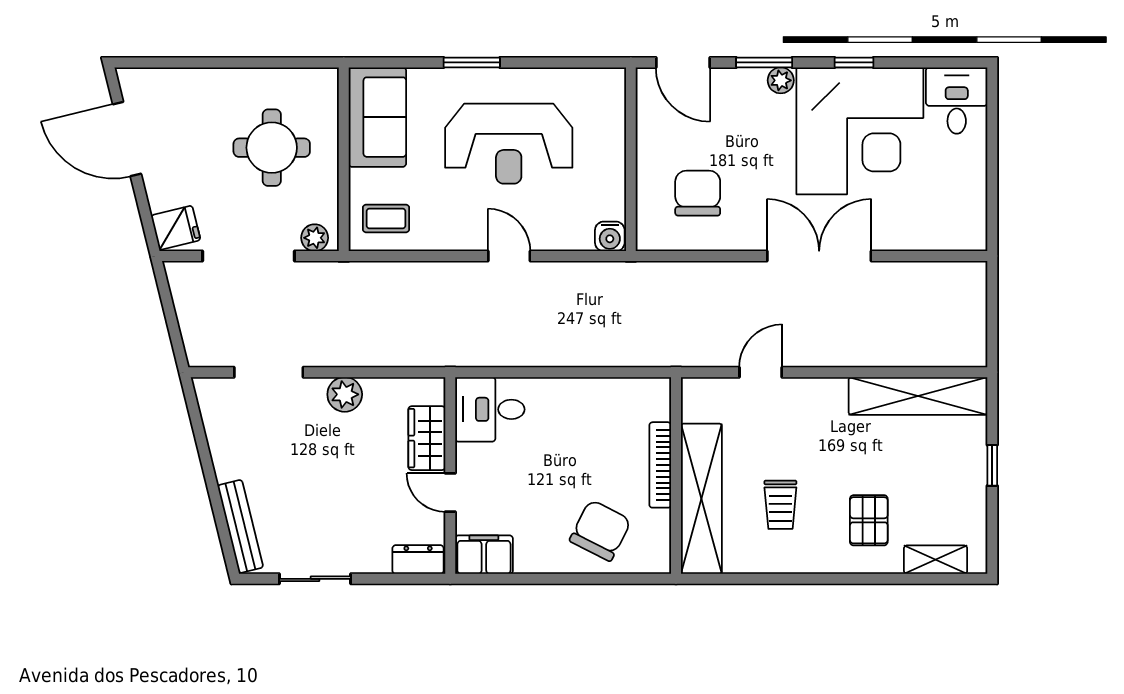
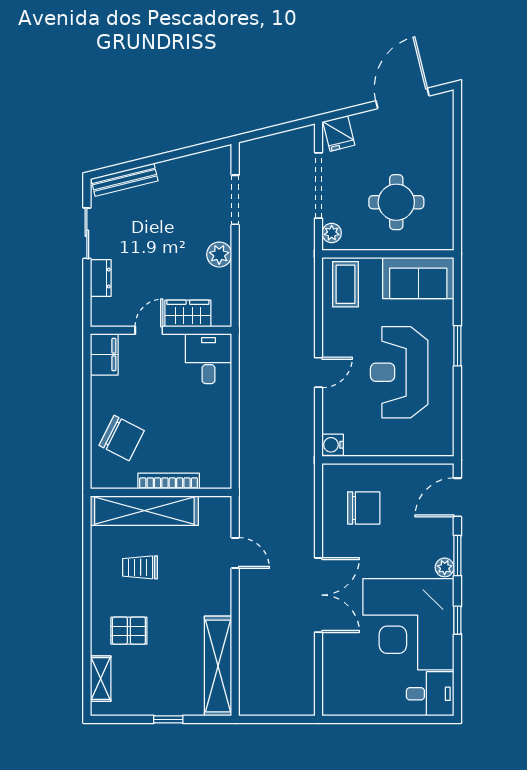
coffee table: (386, 218) -> (345, 284), width x1.36, depth x1.30
dresser: (418, 560) -> (101, 278), moved

